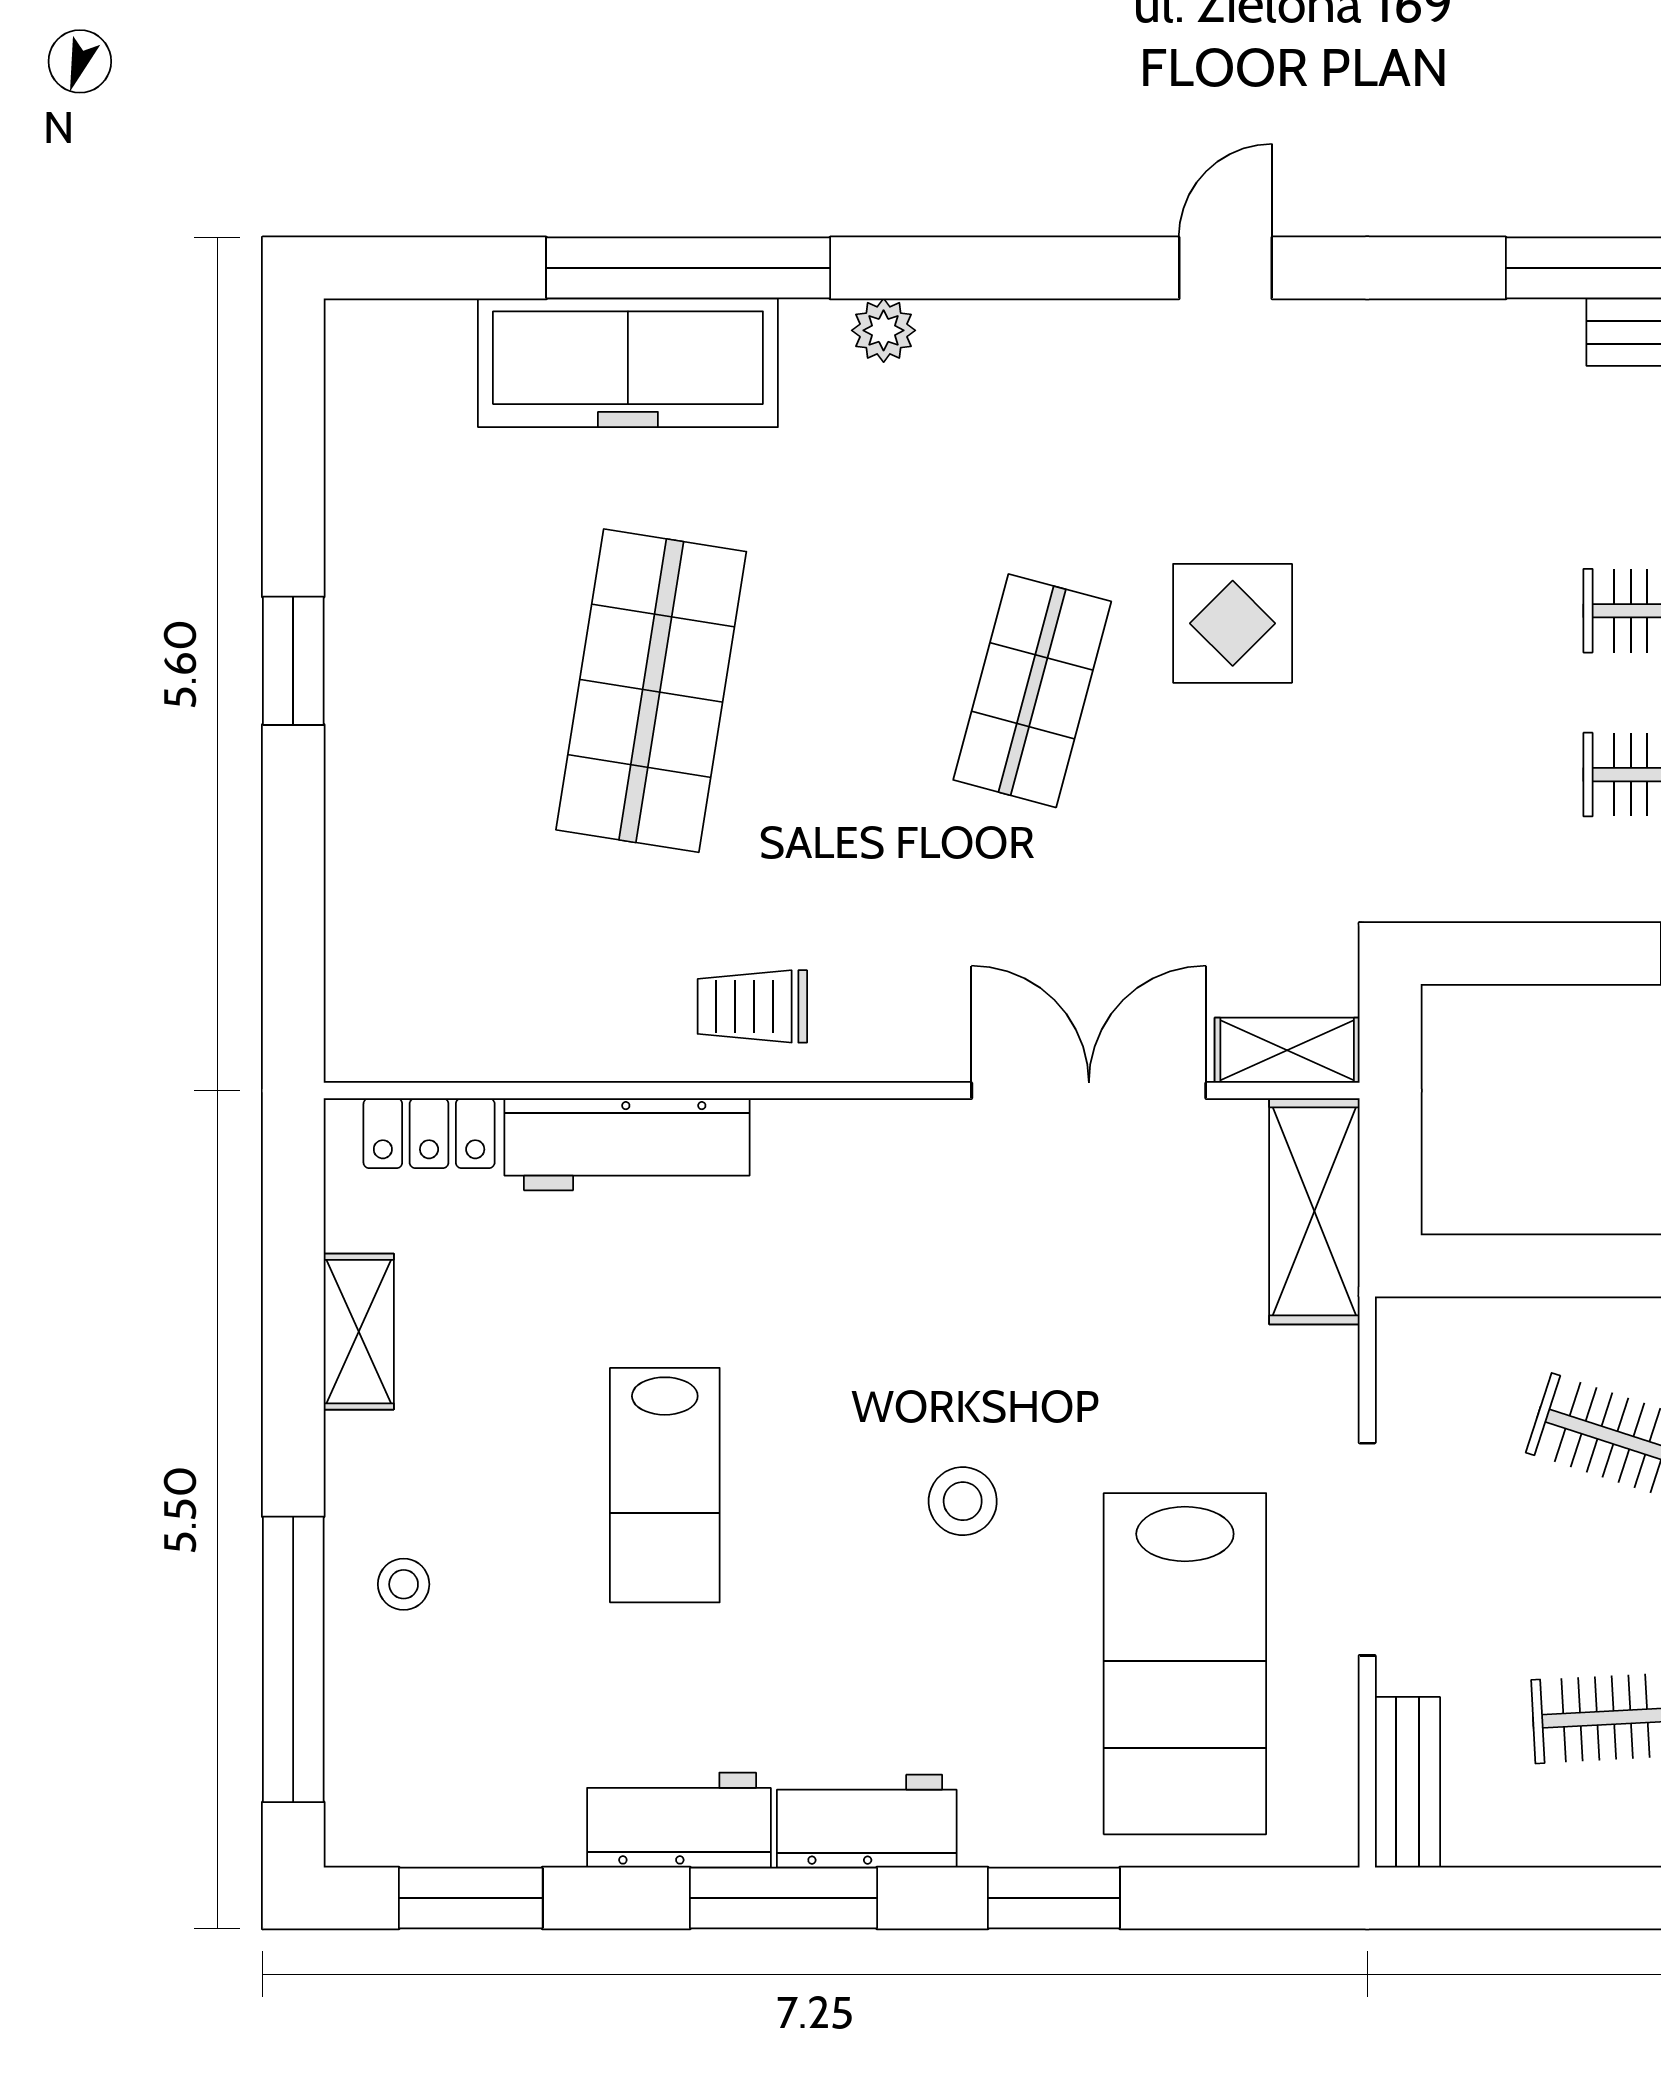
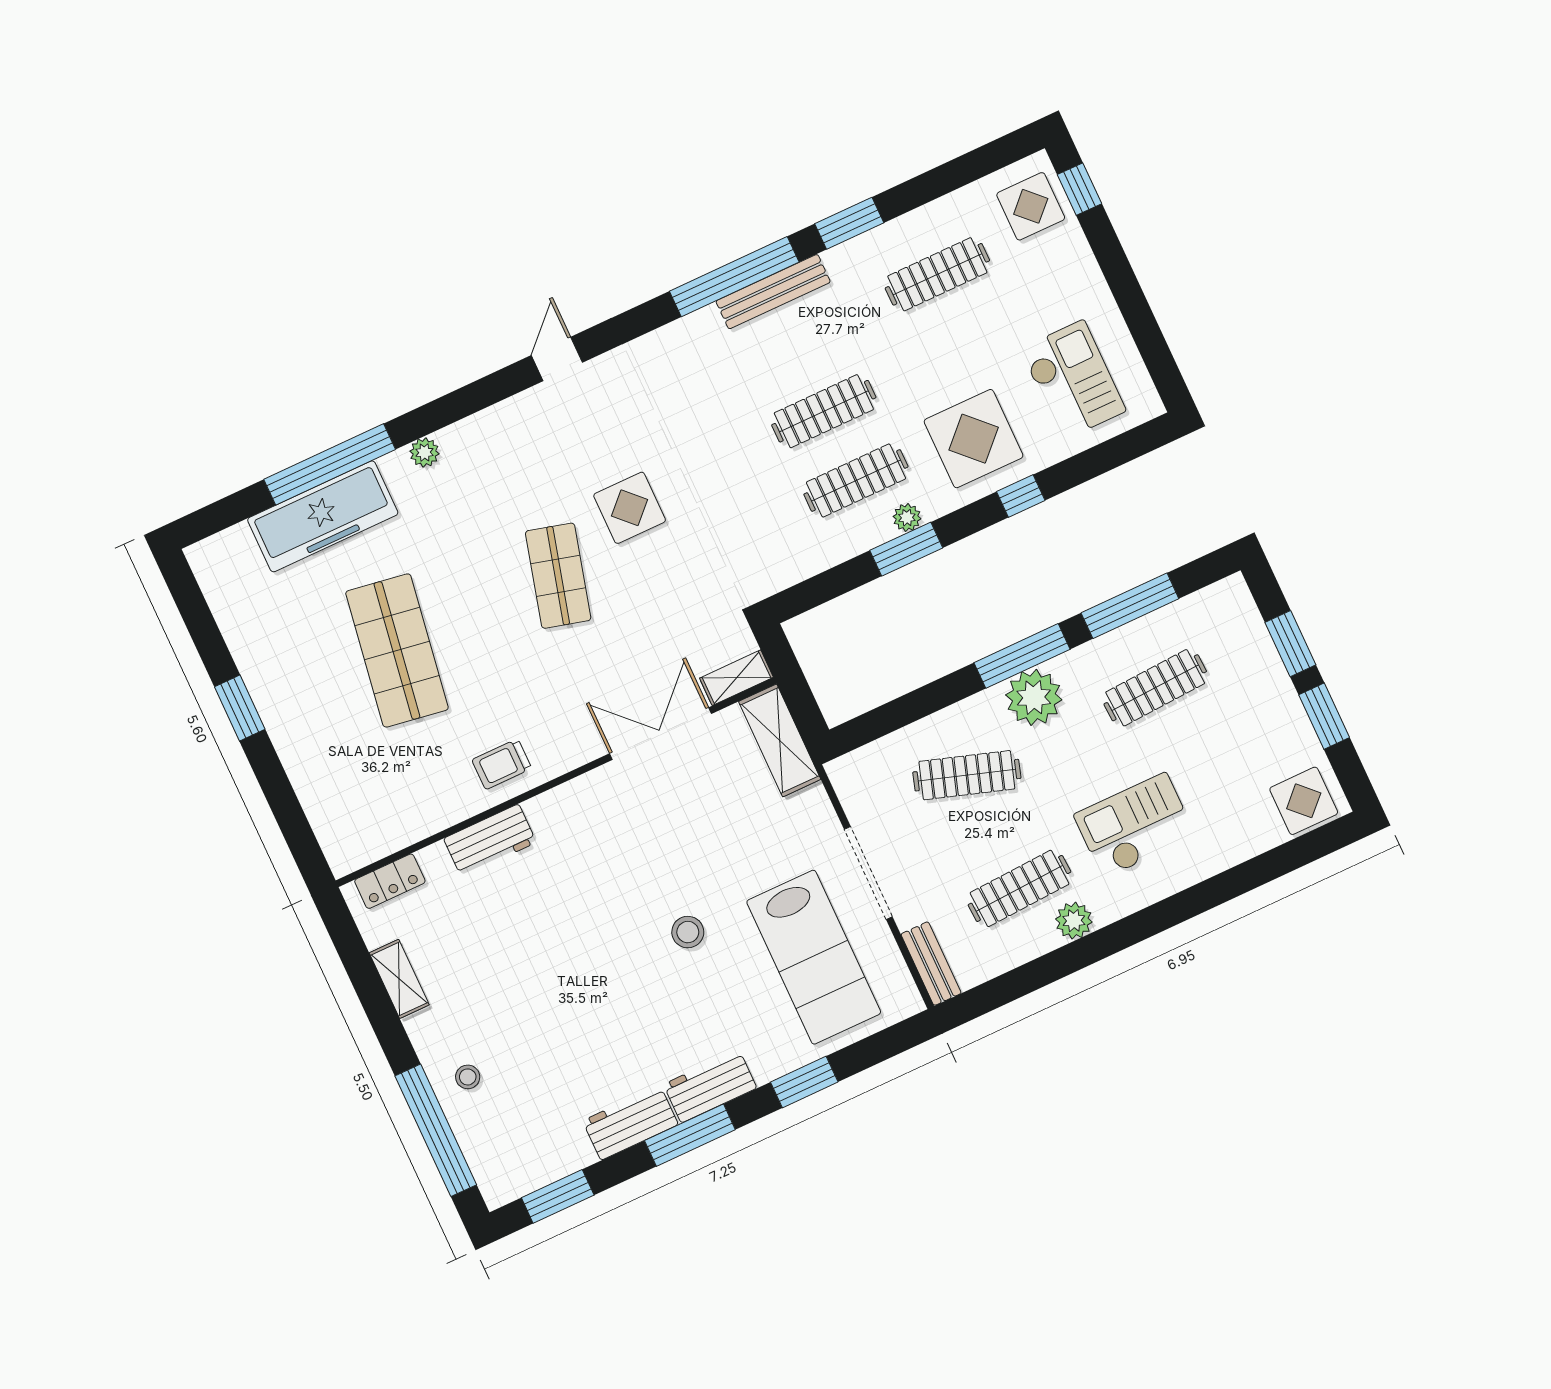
workbench: (627, 1144) -> (490, 840), width x0.73
lab bench: (665, 1485) -> (559, 984), removed

